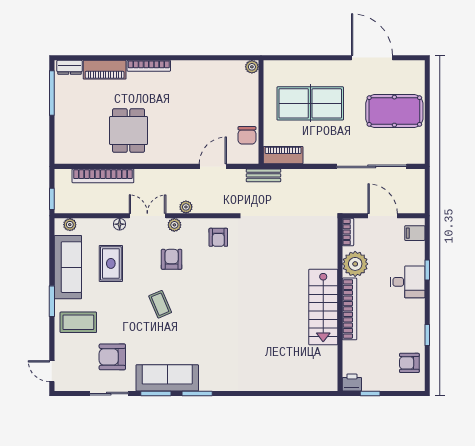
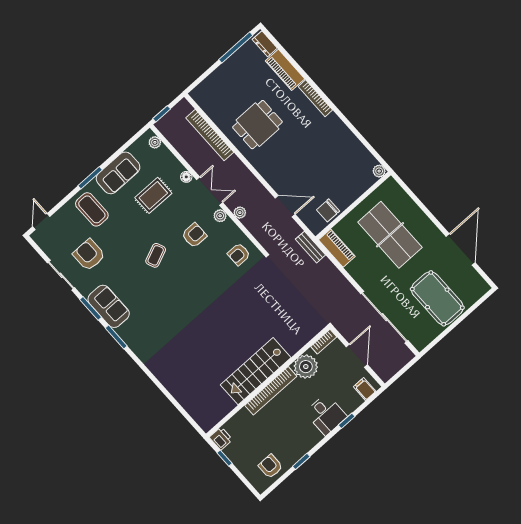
sofa: (68, 267) -> (118, 173), width x0.73
sofa: (167, 378) -> (109, 306), width x0.73

